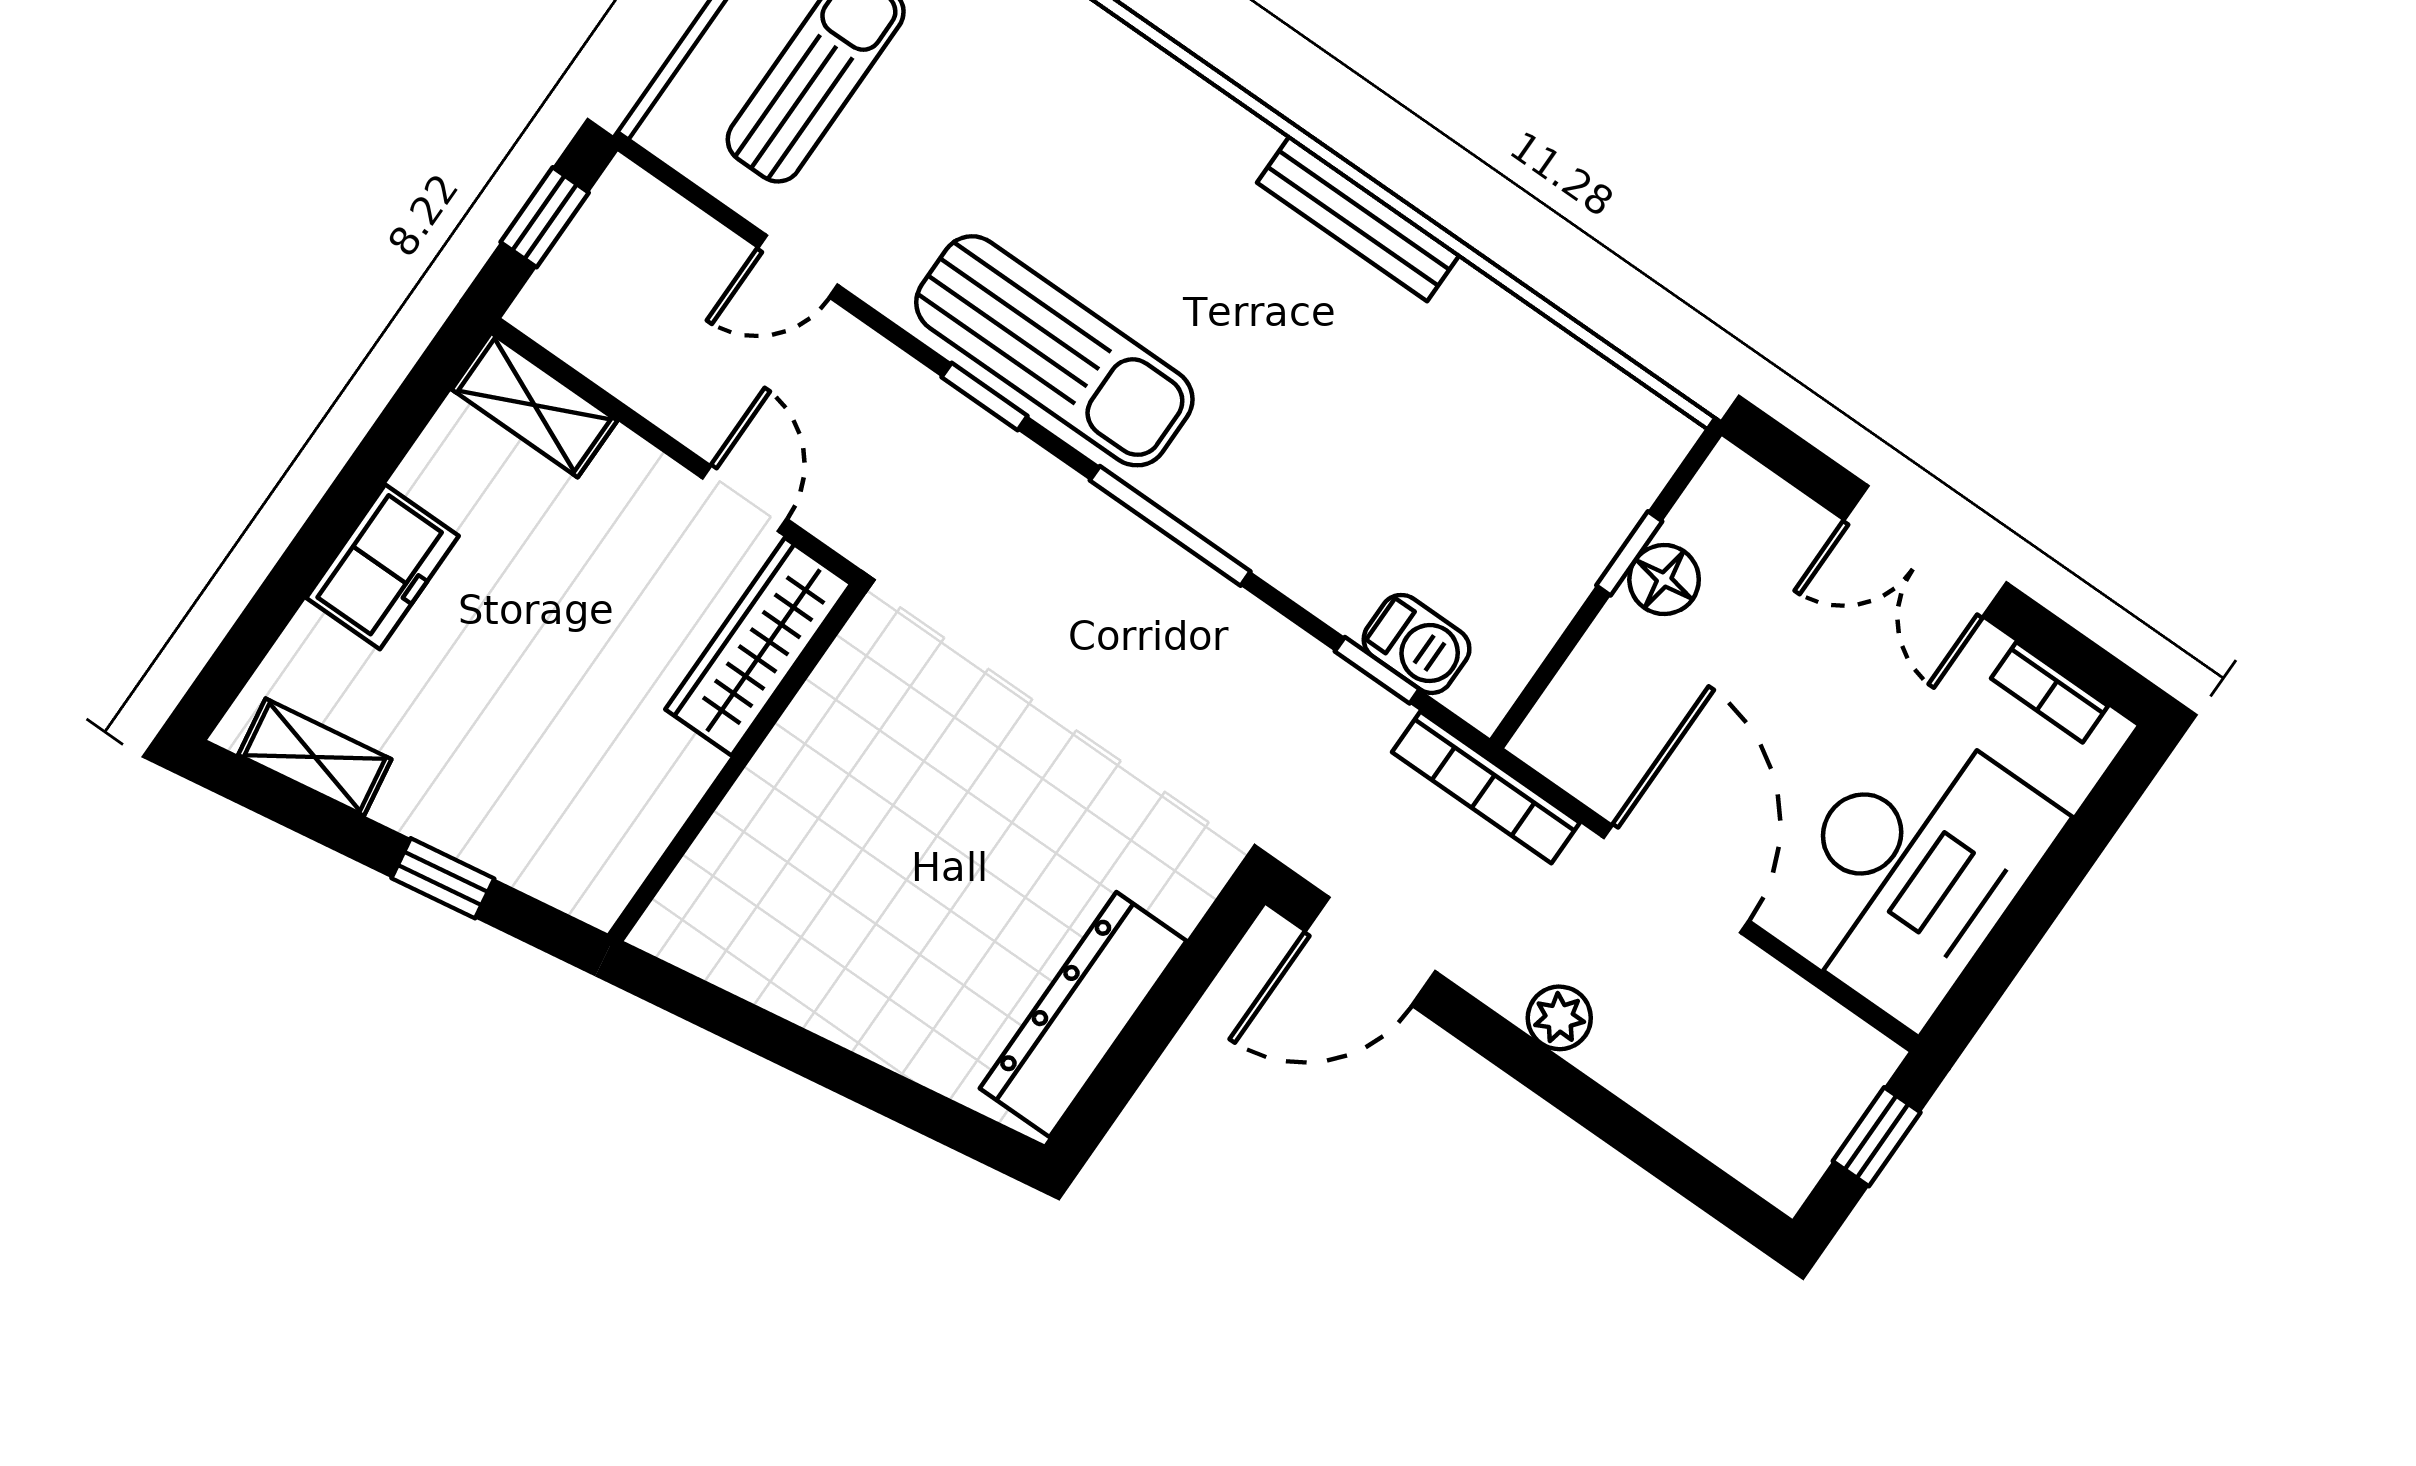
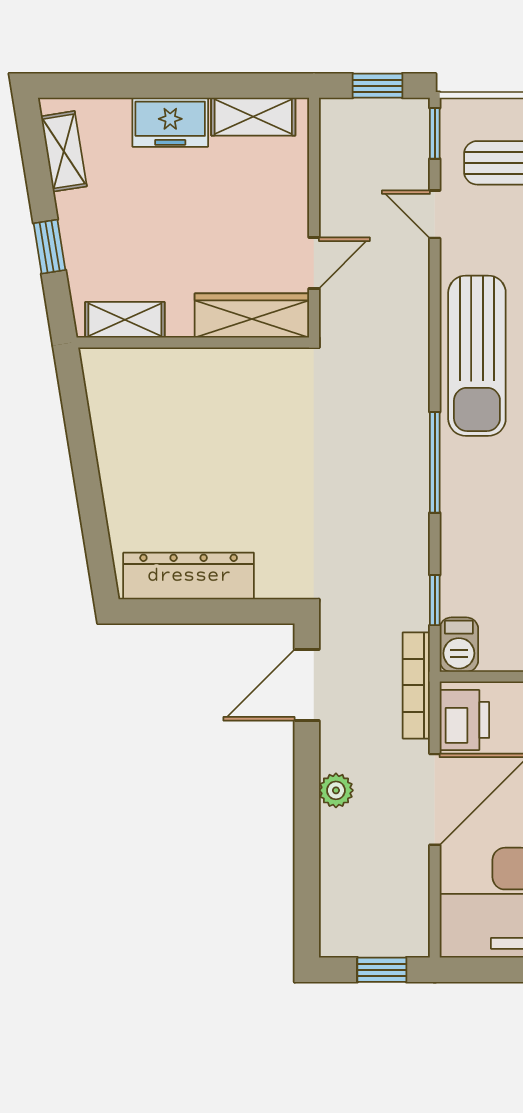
window: (985, 396) -> (435, 133), moved
shelving: (534, 405) -> (253, 117), moved, turned 90
barbecue: (1417, 644) -> (459, 645), moved
printer: (1588, 751) -> (464, 720), added
shelving: (632, 842) -> (125, 320), added
door: (1370, 951) -> (307, 685), hinge flipped

